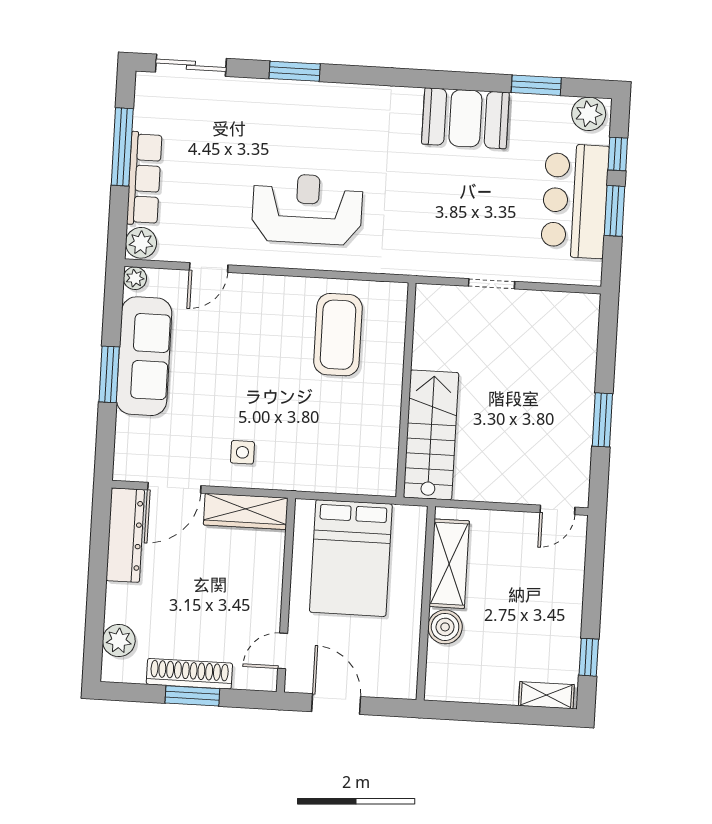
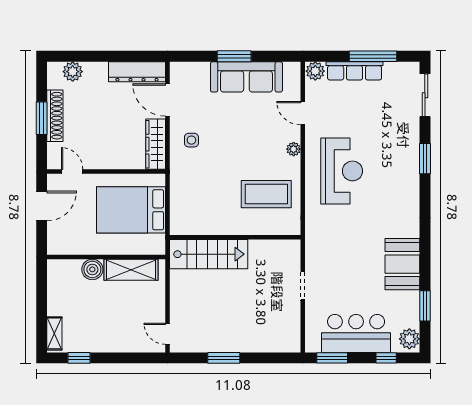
window: (615, 211) -> (332, 358), moved
plant: (135, 278) -> (294, 149), moved

